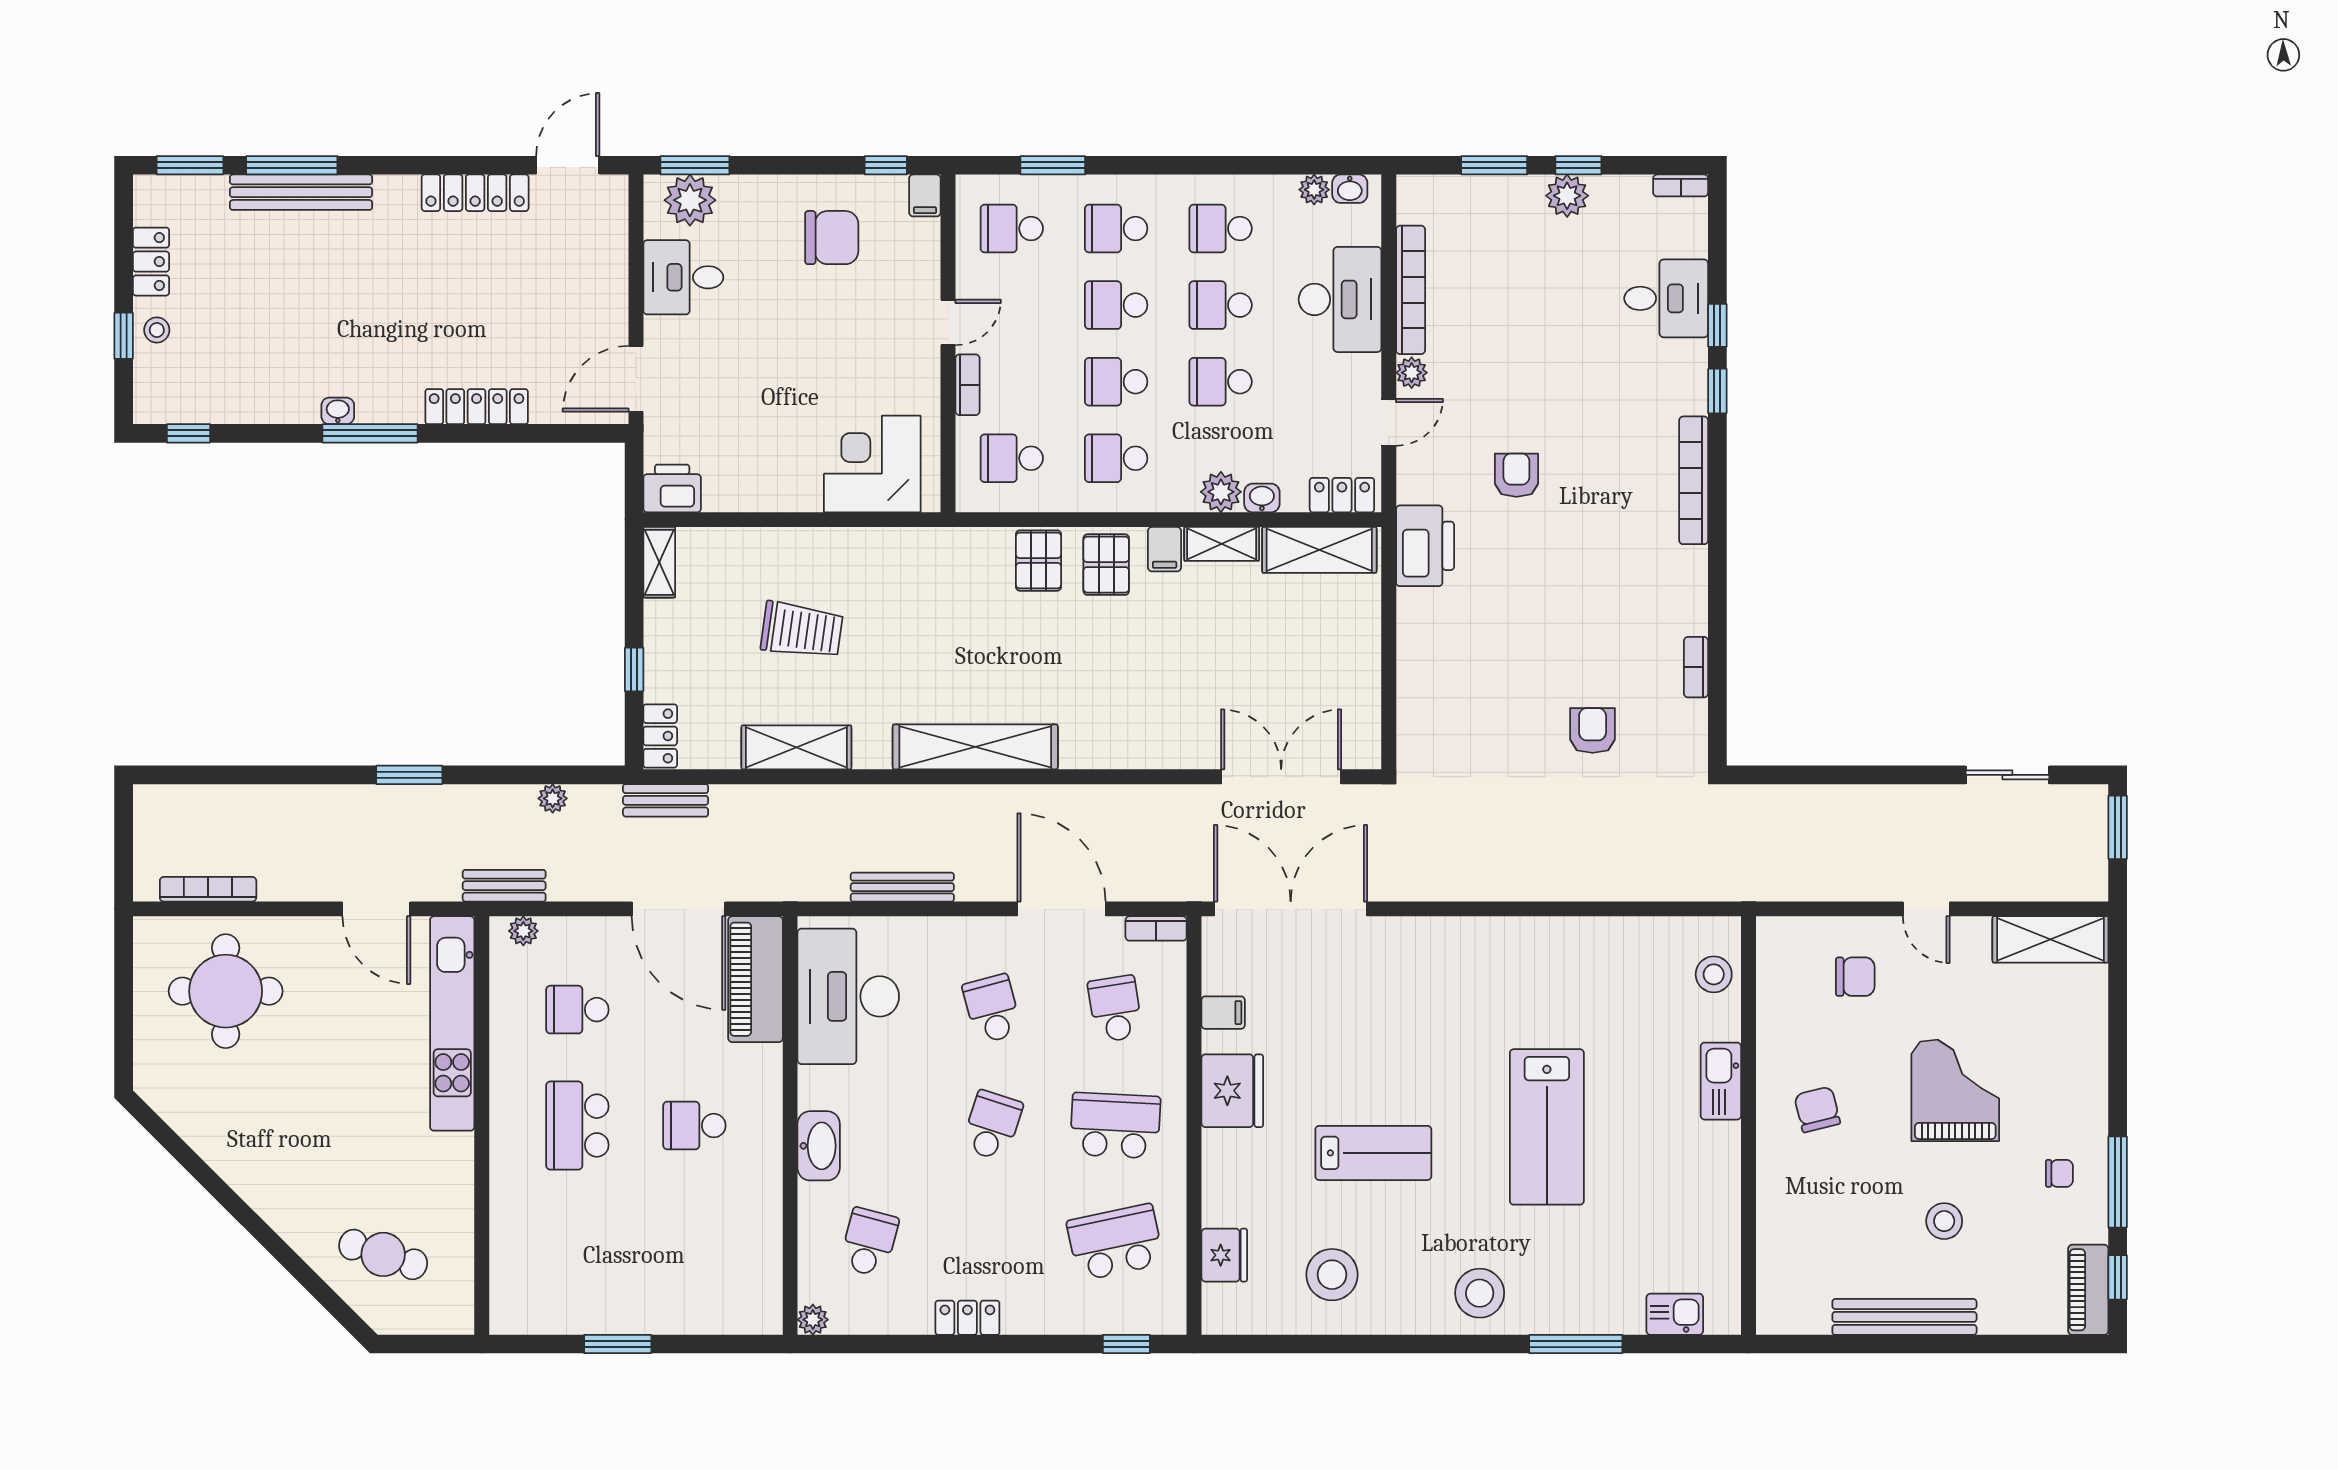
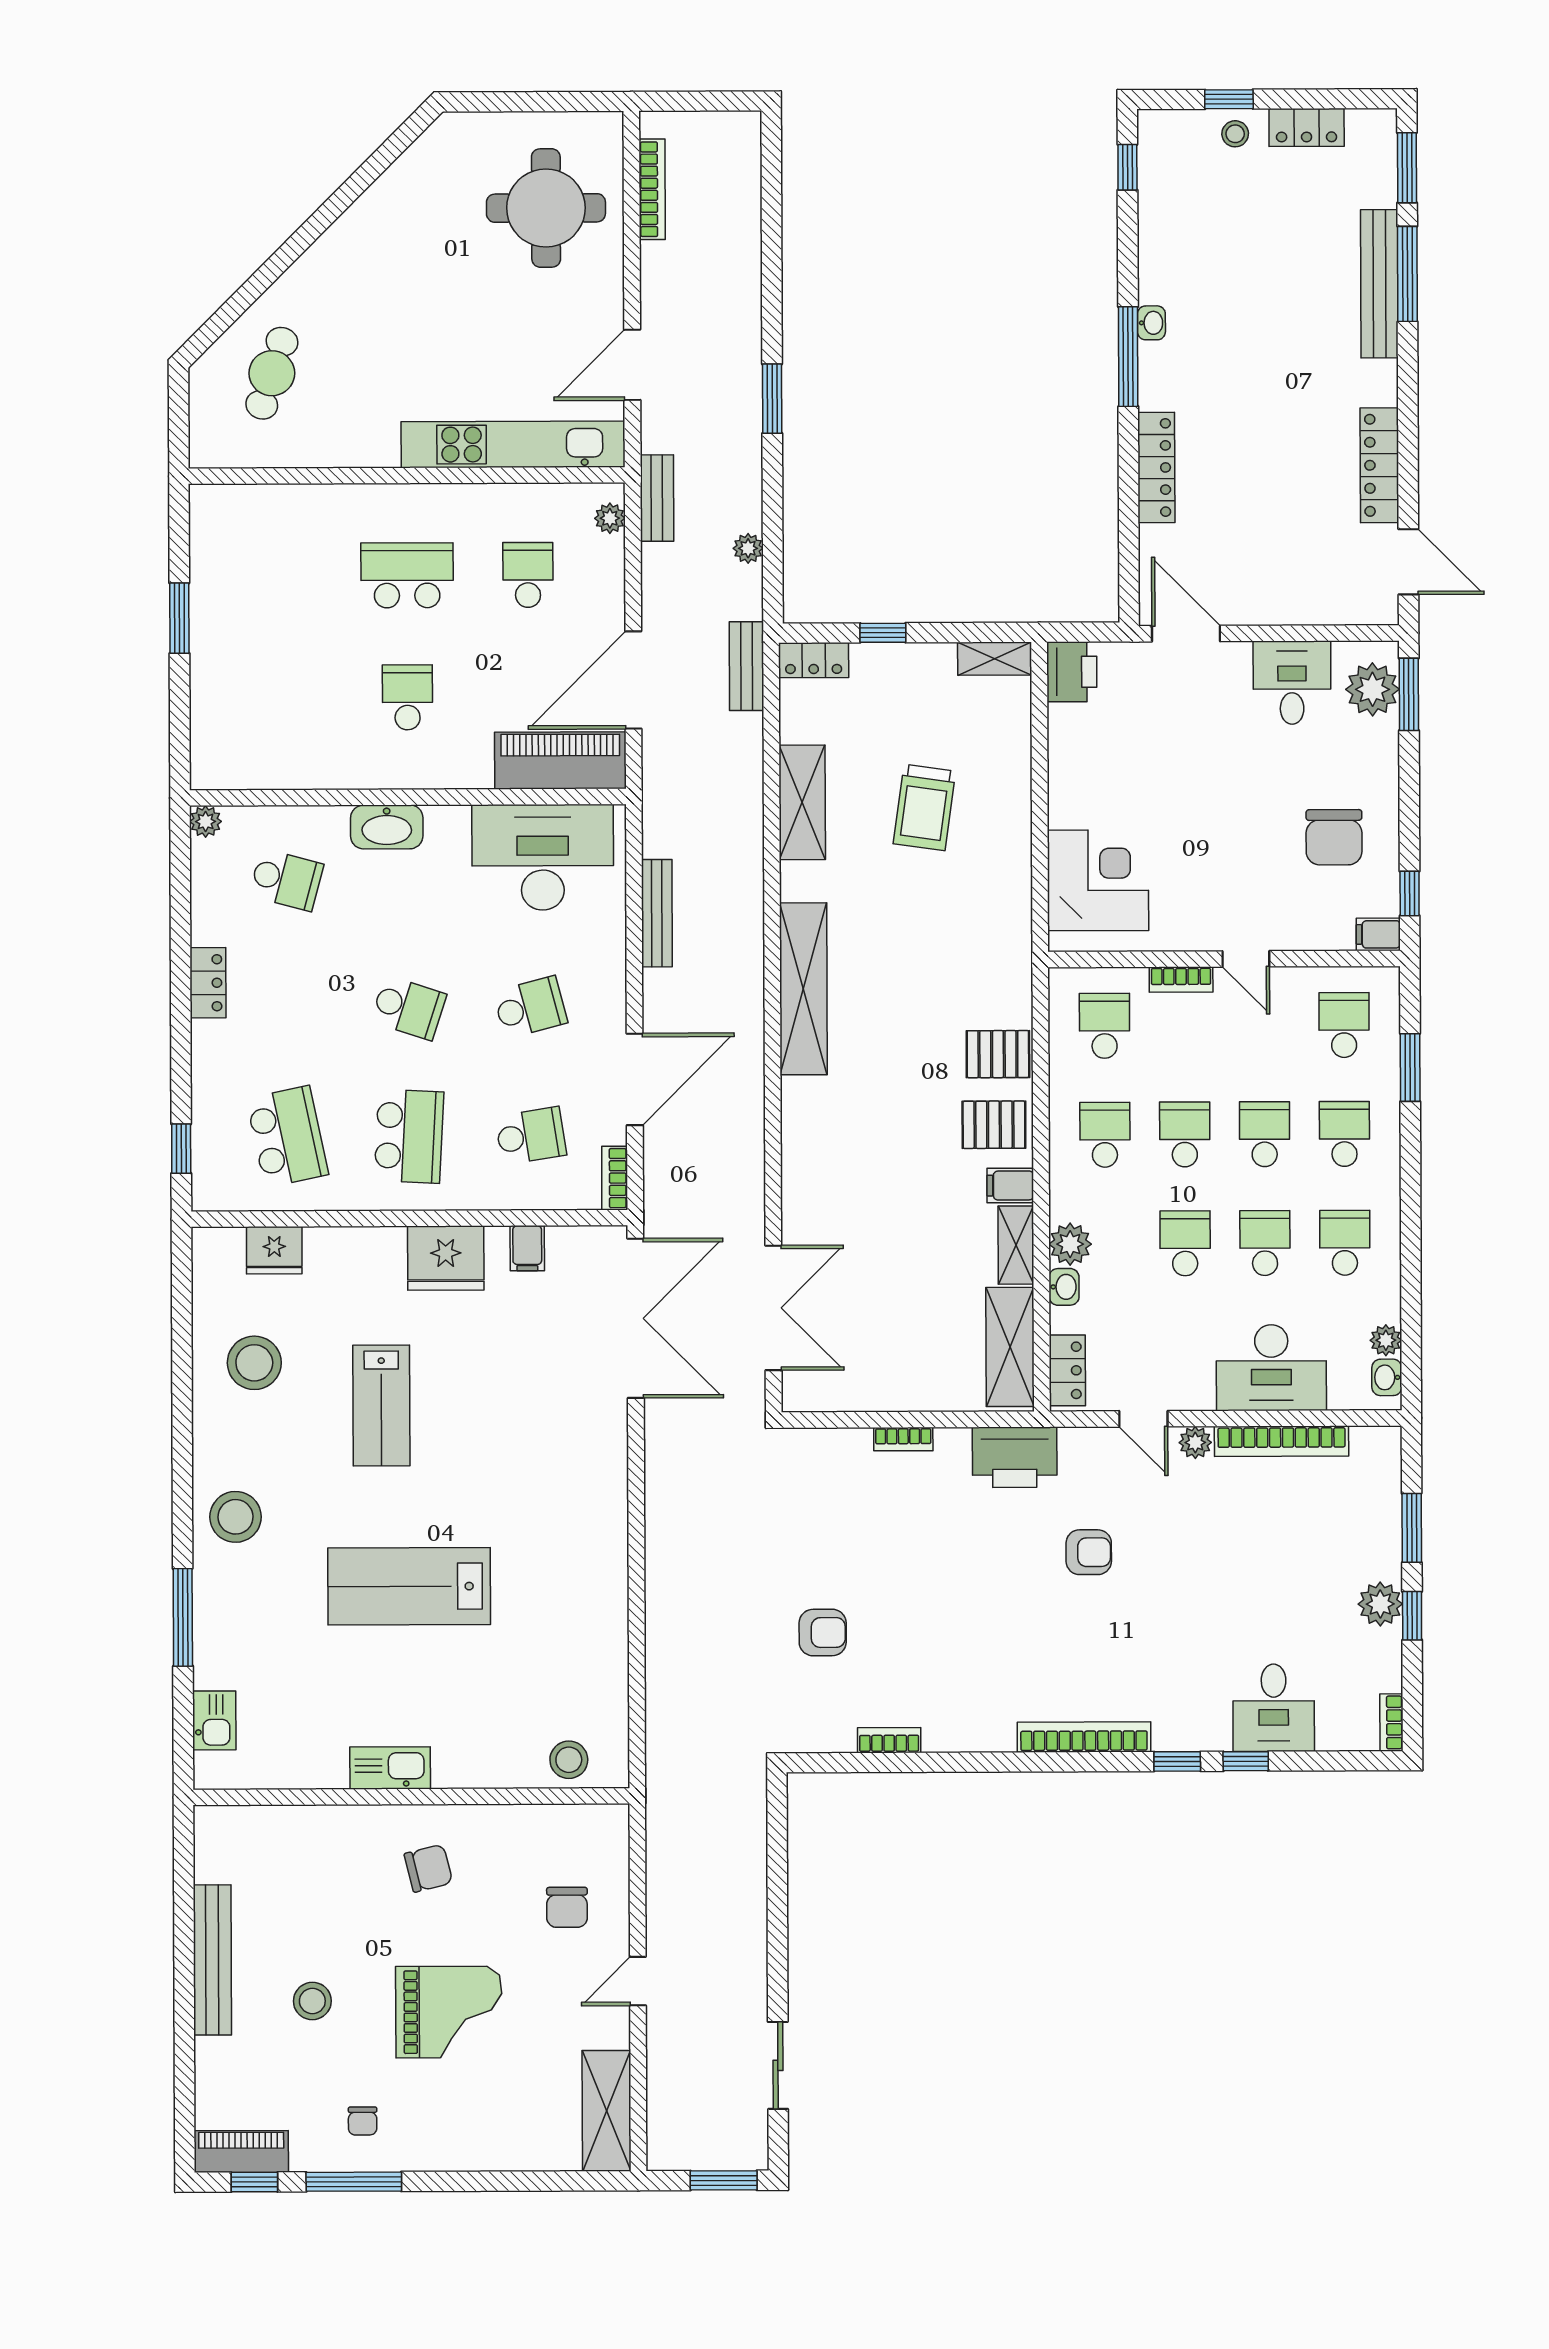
bookcase: (1407, 653) -> (903, 1439), added
kitchen sink: (1721, 1081) -> (390, 1768), moved

